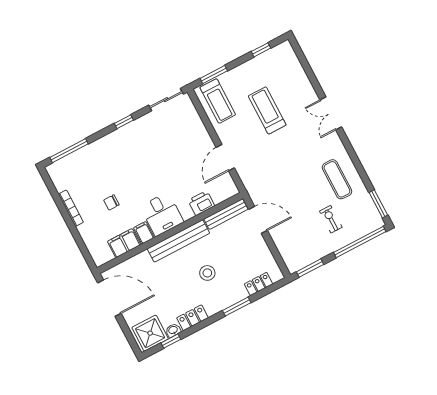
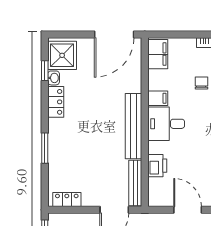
filing cabinet: (124, 243) -> (158, 54), moved
stool: (207, 273) -> (90, 137), removed
locker: (259, 284) -> (67, 199), moved, turned -90

